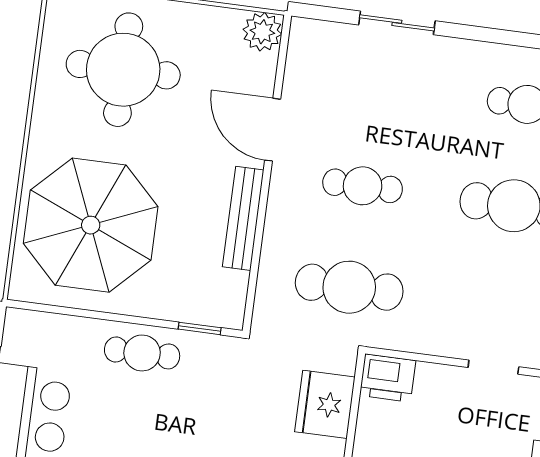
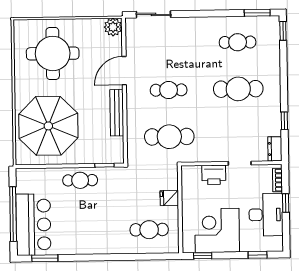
sliding door: (397, 23) -> (153, 14), moved
door: (273, 130) -> (124, 71), hinge flipped
printer: (388, 378) -> (214, 175), moved
fridge: (325, 404) -> (169, 198), width x0.53, depth x0.75

